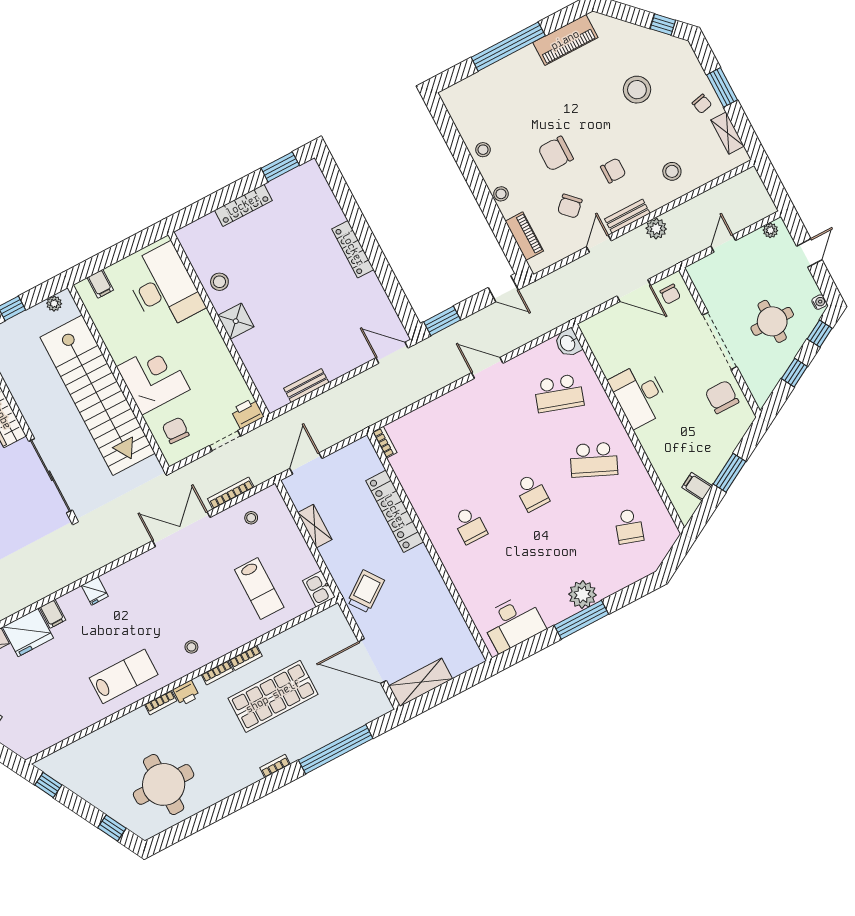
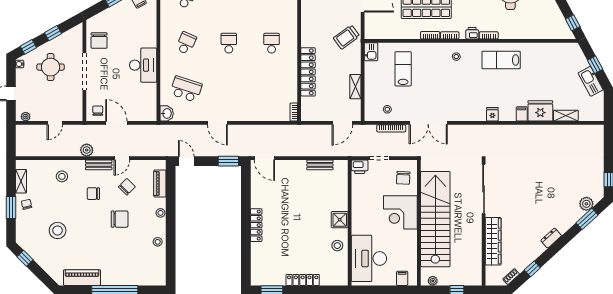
school desk: (594, 460) -> (186, 43), width x0.54

